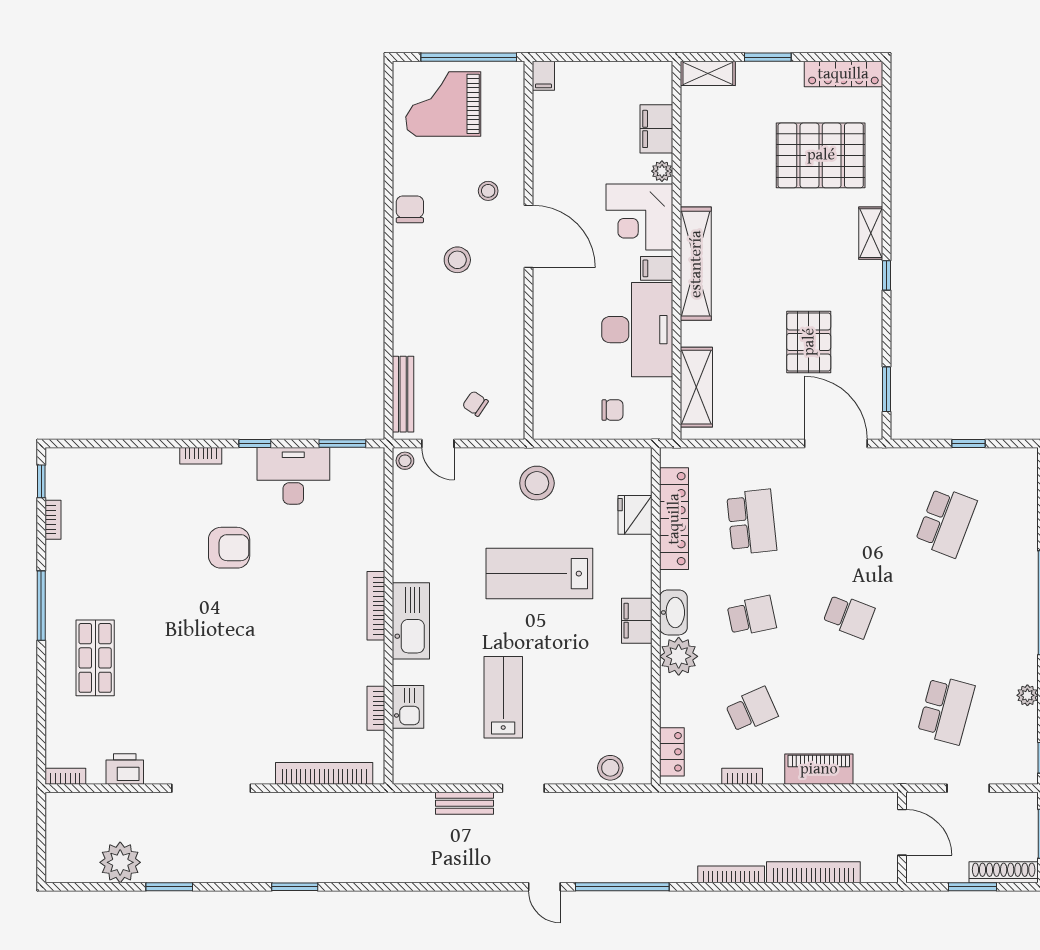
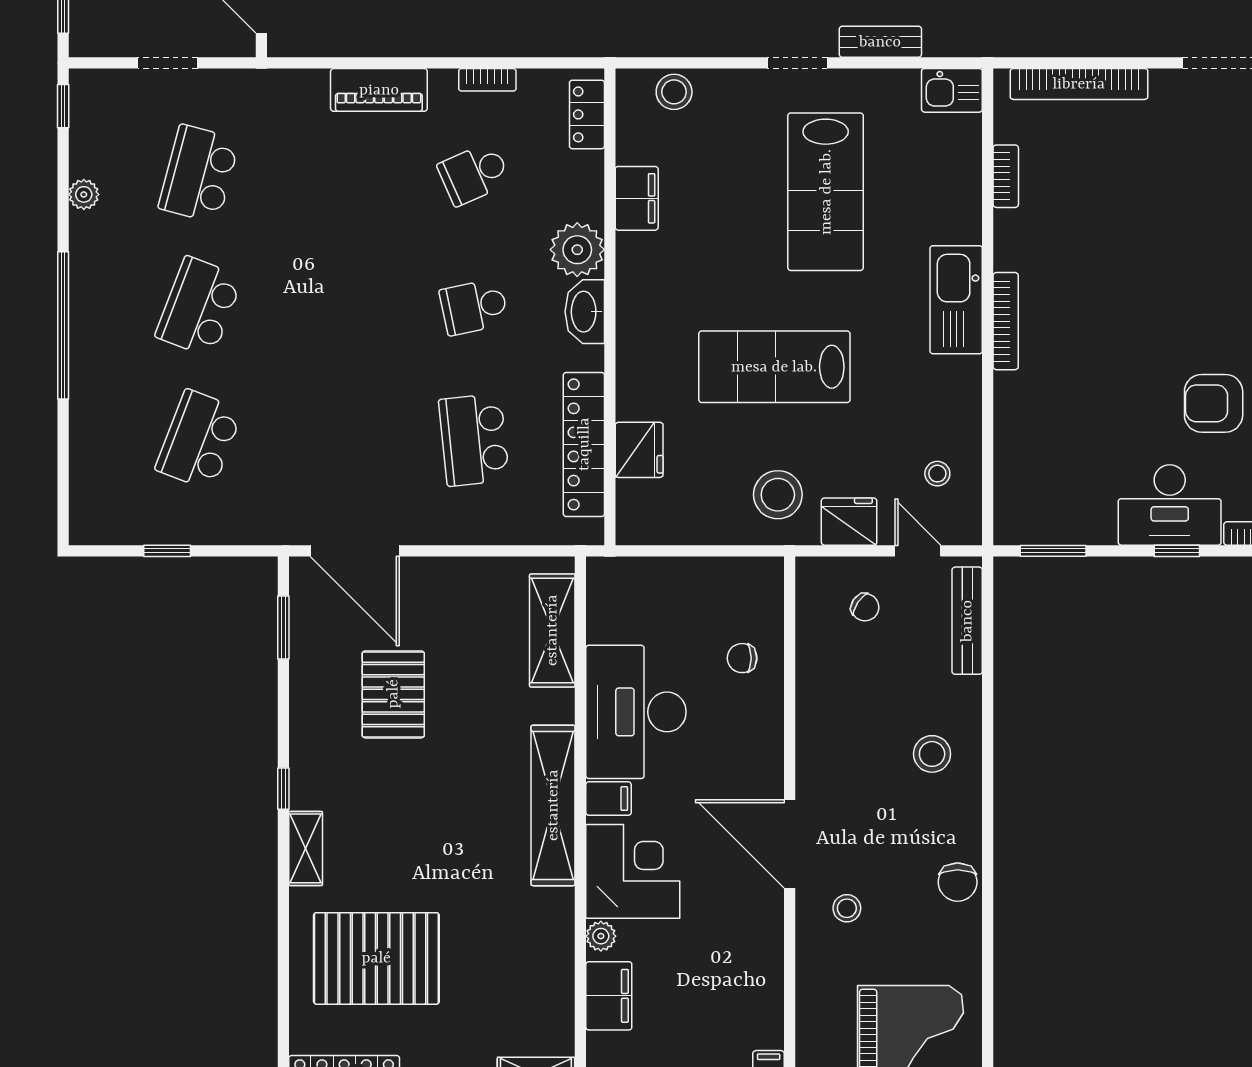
stool: (457, 260) -> (932, 754), moved
chair: (612, 410) -> (742, 658), moved
stool: (405, 461) -> (937, 474), moved
fridge: (487, 464) -> (849, 522), added
desk: (293, 476) -> (1170, 505), moved
lab bench: (539, 574) -> (774, 367), turned 180
school desk: (849, 616) -> (199, 307), moved, width x1.85
filing cabinet: (637, 621) -> (637, 198), moved
lab bench: (503, 697) -> (826, 192), width x1.36, depth x1.39
kitchen sink: (408, 707) -> (952, 90), moved, turned -90

